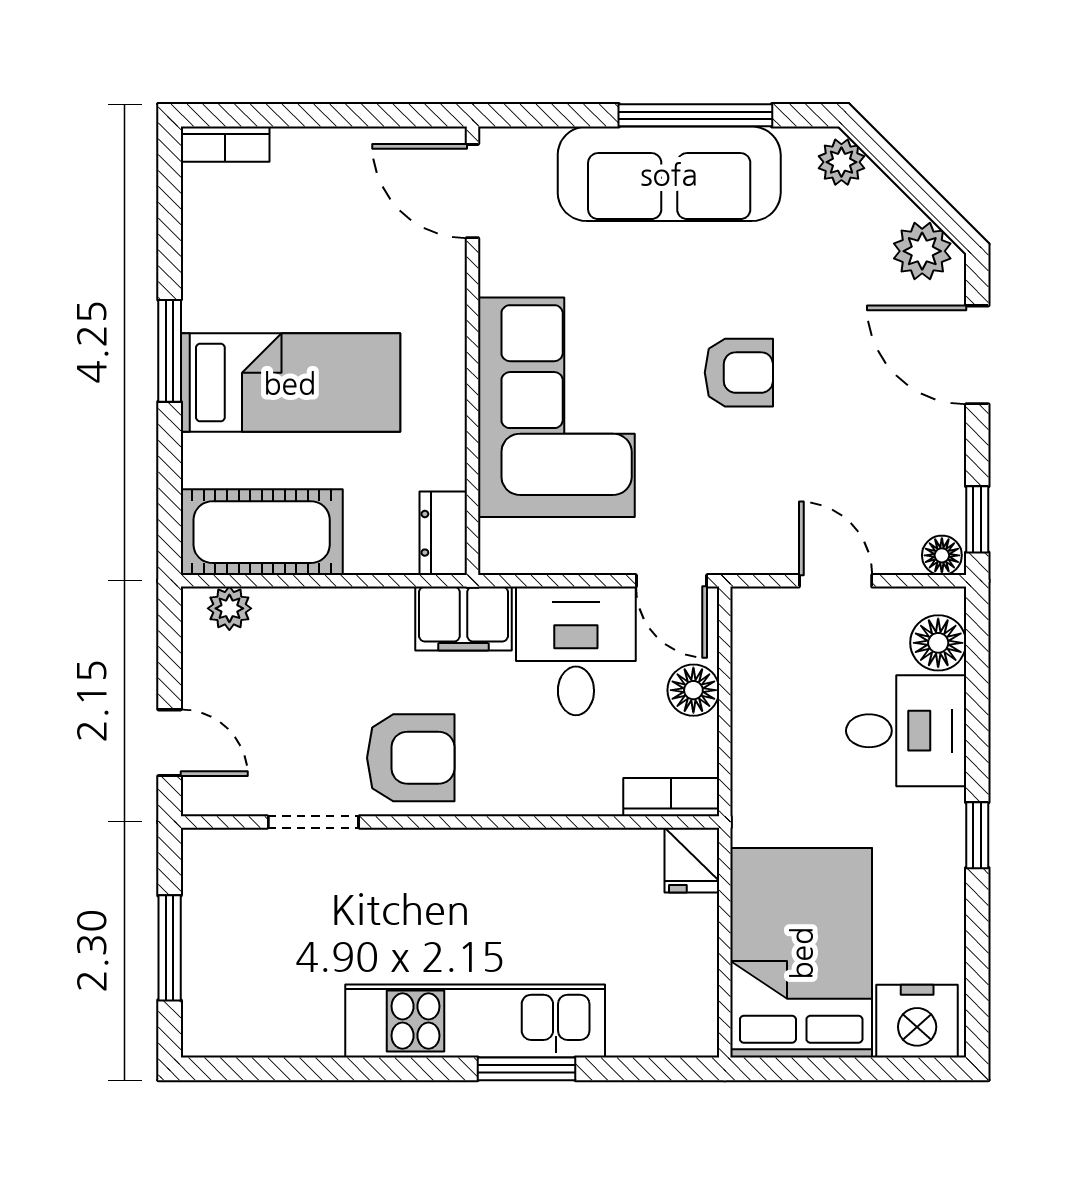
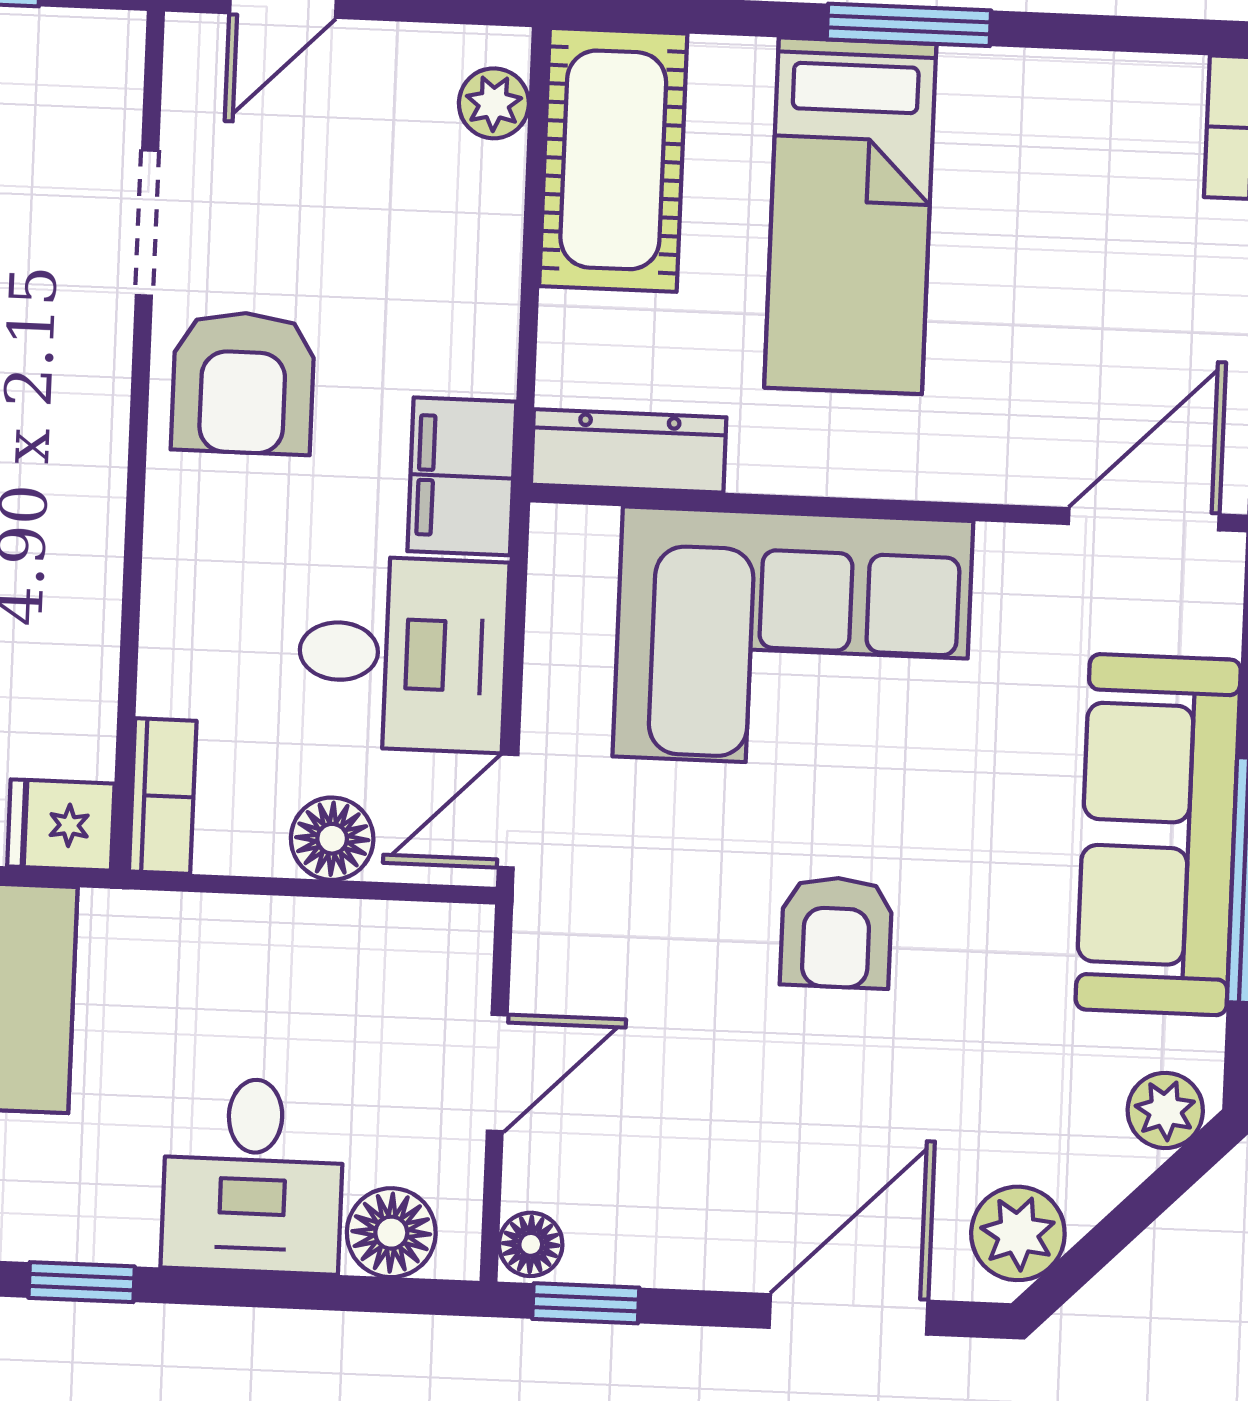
dresser: (443, 533) -> (629, 451), width x1.44

